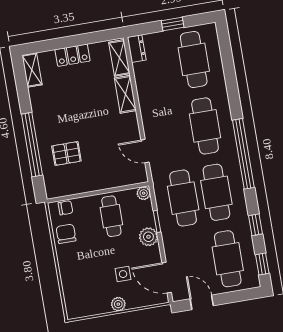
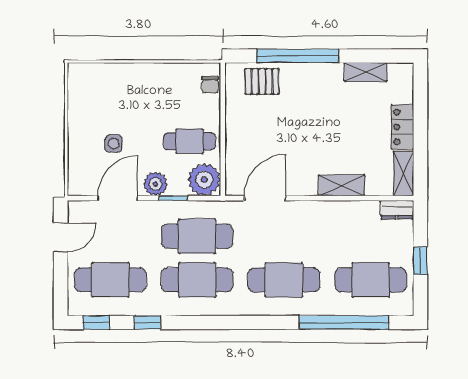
shelving: (119, 58) -> (404, 173), moved, turned 90
shelving: (32, 70) -> (365, 72), moved
door: (145, 151) -> (265, 198), width x1.38
pallet: (66, 154) -> (262, 81), moved, turned 90
window: (243, 154) -> (344, 322), moved
plant: (144, 193) -> (204, 180), width x1.88, depth x1.88
chair: (66, 234) -> (177, 80), removed
door: (167, 278) -> (118, 198), moved
plant: (118, 304) -> (76, 131), removed

